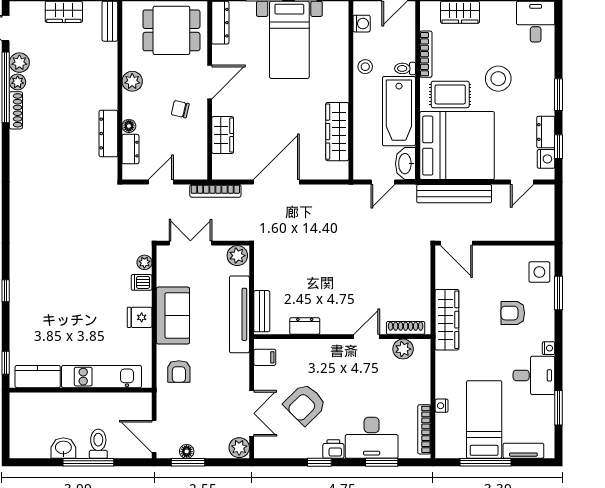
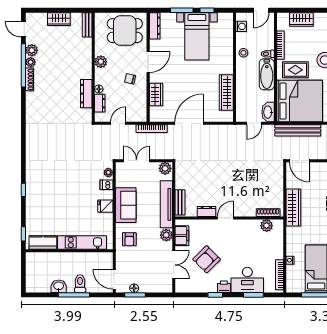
bathtub: (399, 111) -> (267, 74), width x0.73, depth x0.73
door: (367, 337) -> (225, 218), moved
filing cabinet: (265, 357) -> (182, 236), width x2.00
plant: (239, 448) -> (166, 235), moved

